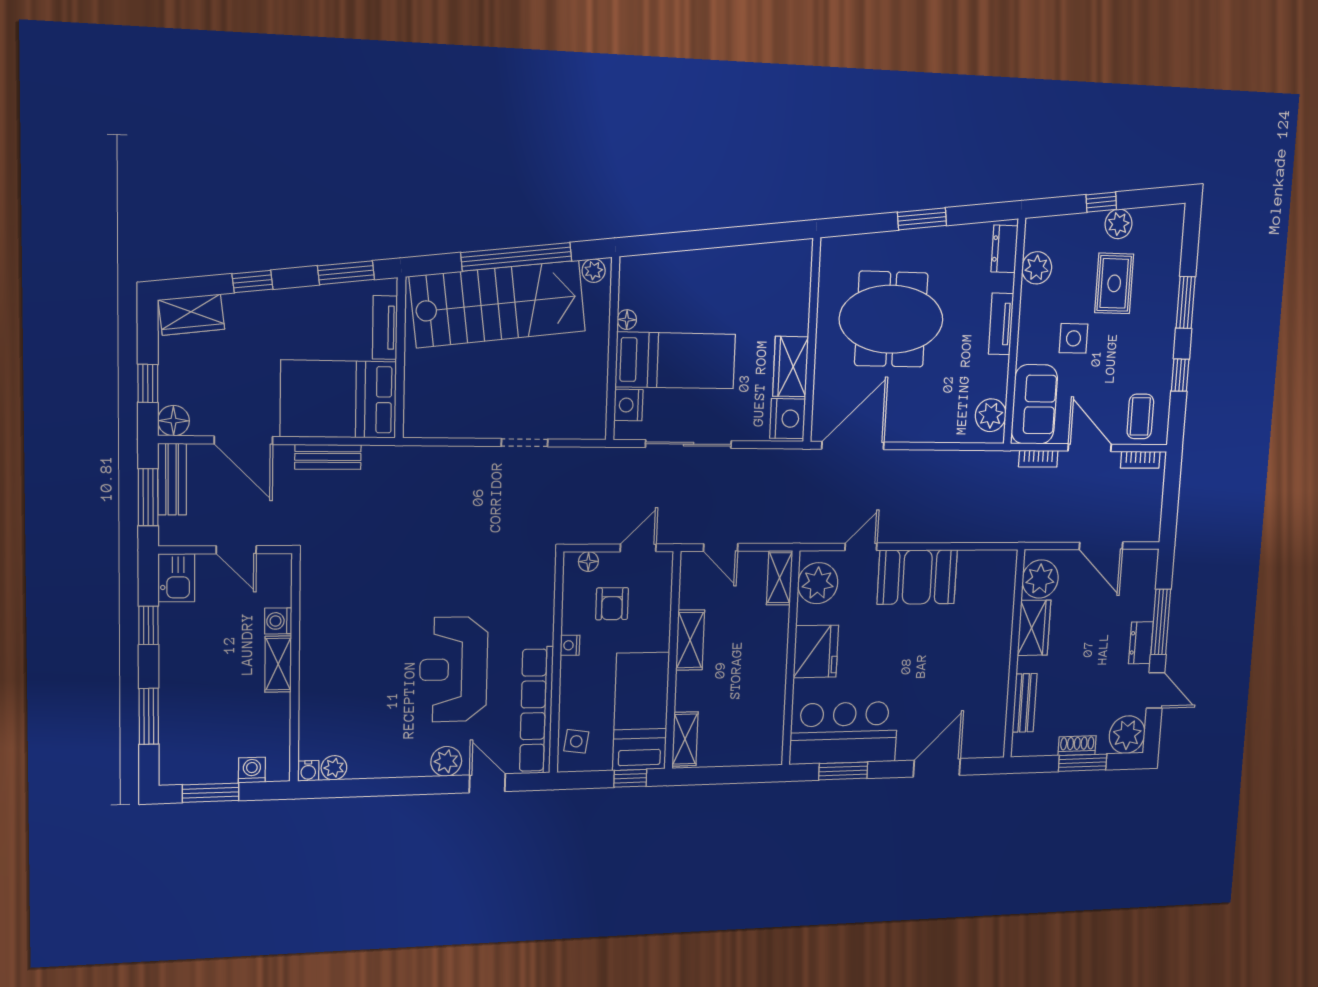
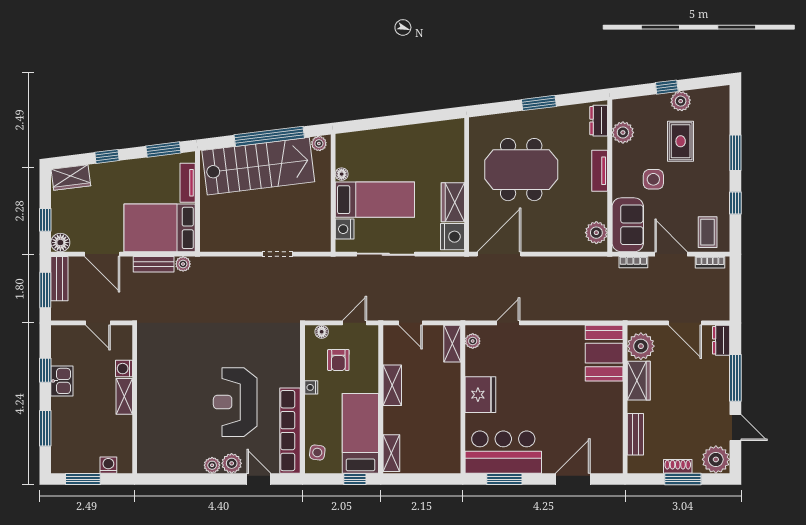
plant: (375, 457) -> (183, 264), added
booth: (917, 577) -> (604, 353), moved, turned 90
kitchen sink: (176, 578) -> (62, 381), moved
plant: (818, 583) -> (473, 341), width x0.53, depth x0.53
dresser: (1141, 643) -> (721, 340), moved
plant: (334, 768) -> (212, 465), moved
water cooler: (308, 771) -> (143, 467), removed

